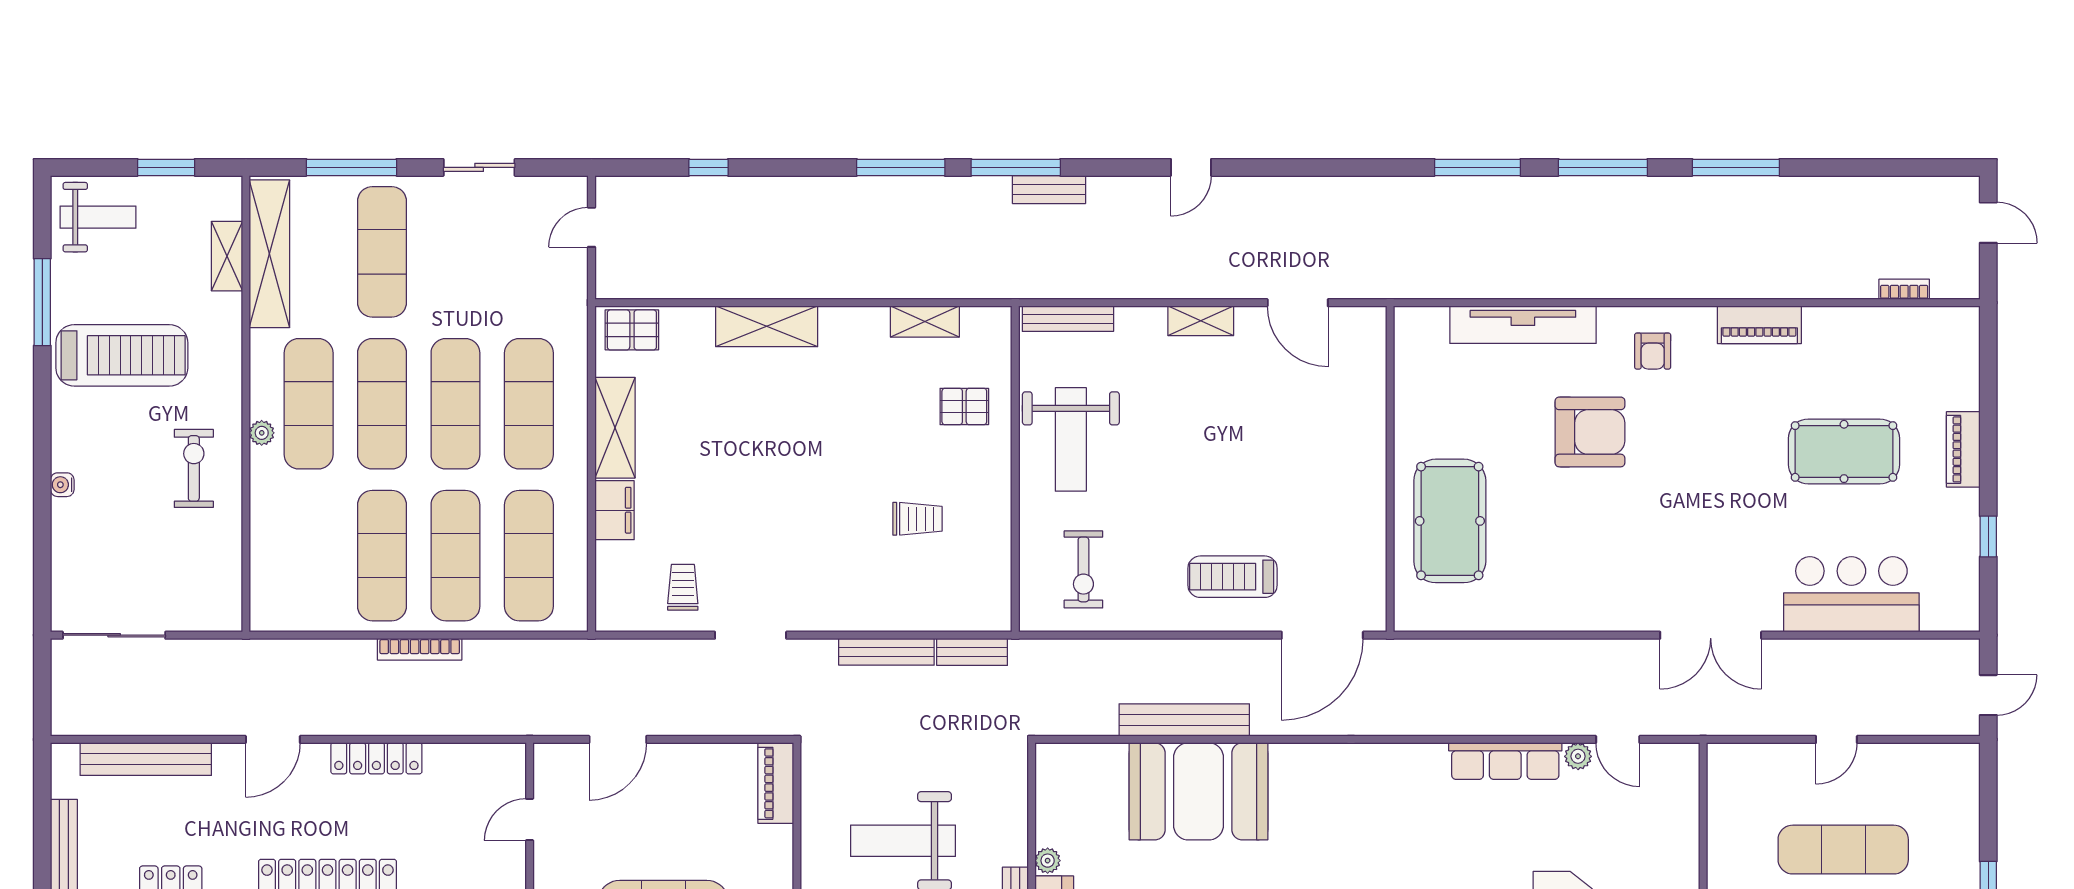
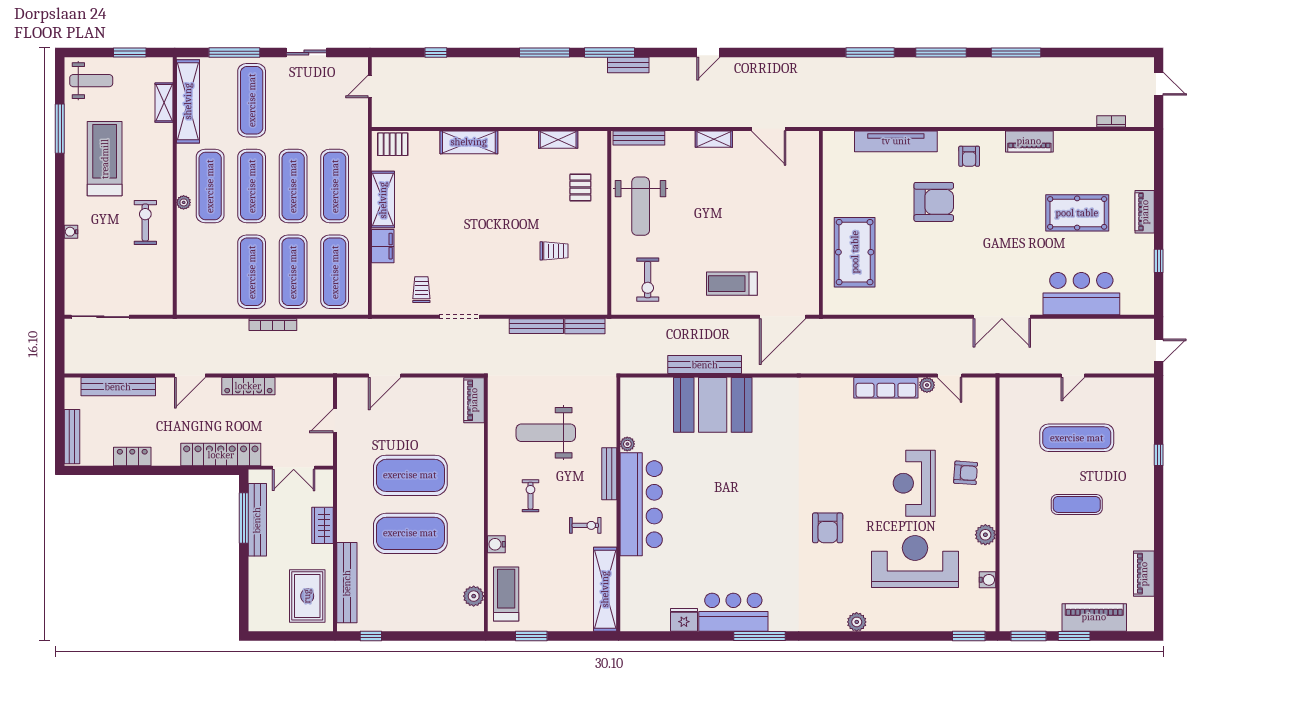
treadmill: (122, 355) -> (105, 159), turned -90
pallet: (964, 406) -> (580, 188), turned 90

